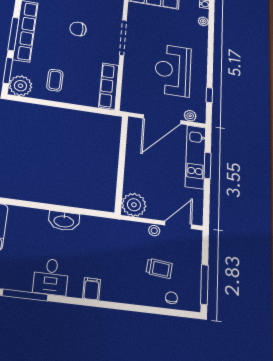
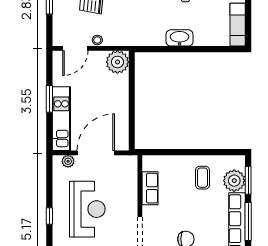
plant: (20, 86) -> (234, 181), moved
row of seats: (109, 86) -> (150, 188), width x0.68
window: (209, 95) -> (49, 216), moved
window: (207, 165) -> (49, 99), moved

